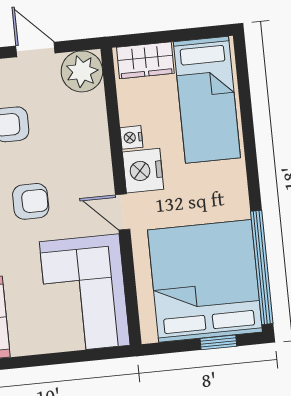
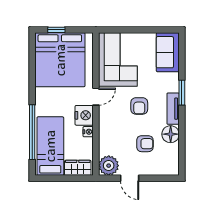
armchair: (31, 201) -> (139, 106), turned -90
door: (123, 212) -> (96, 97), hinge flipped
window: (262, 267) -> (32, 132), moved

